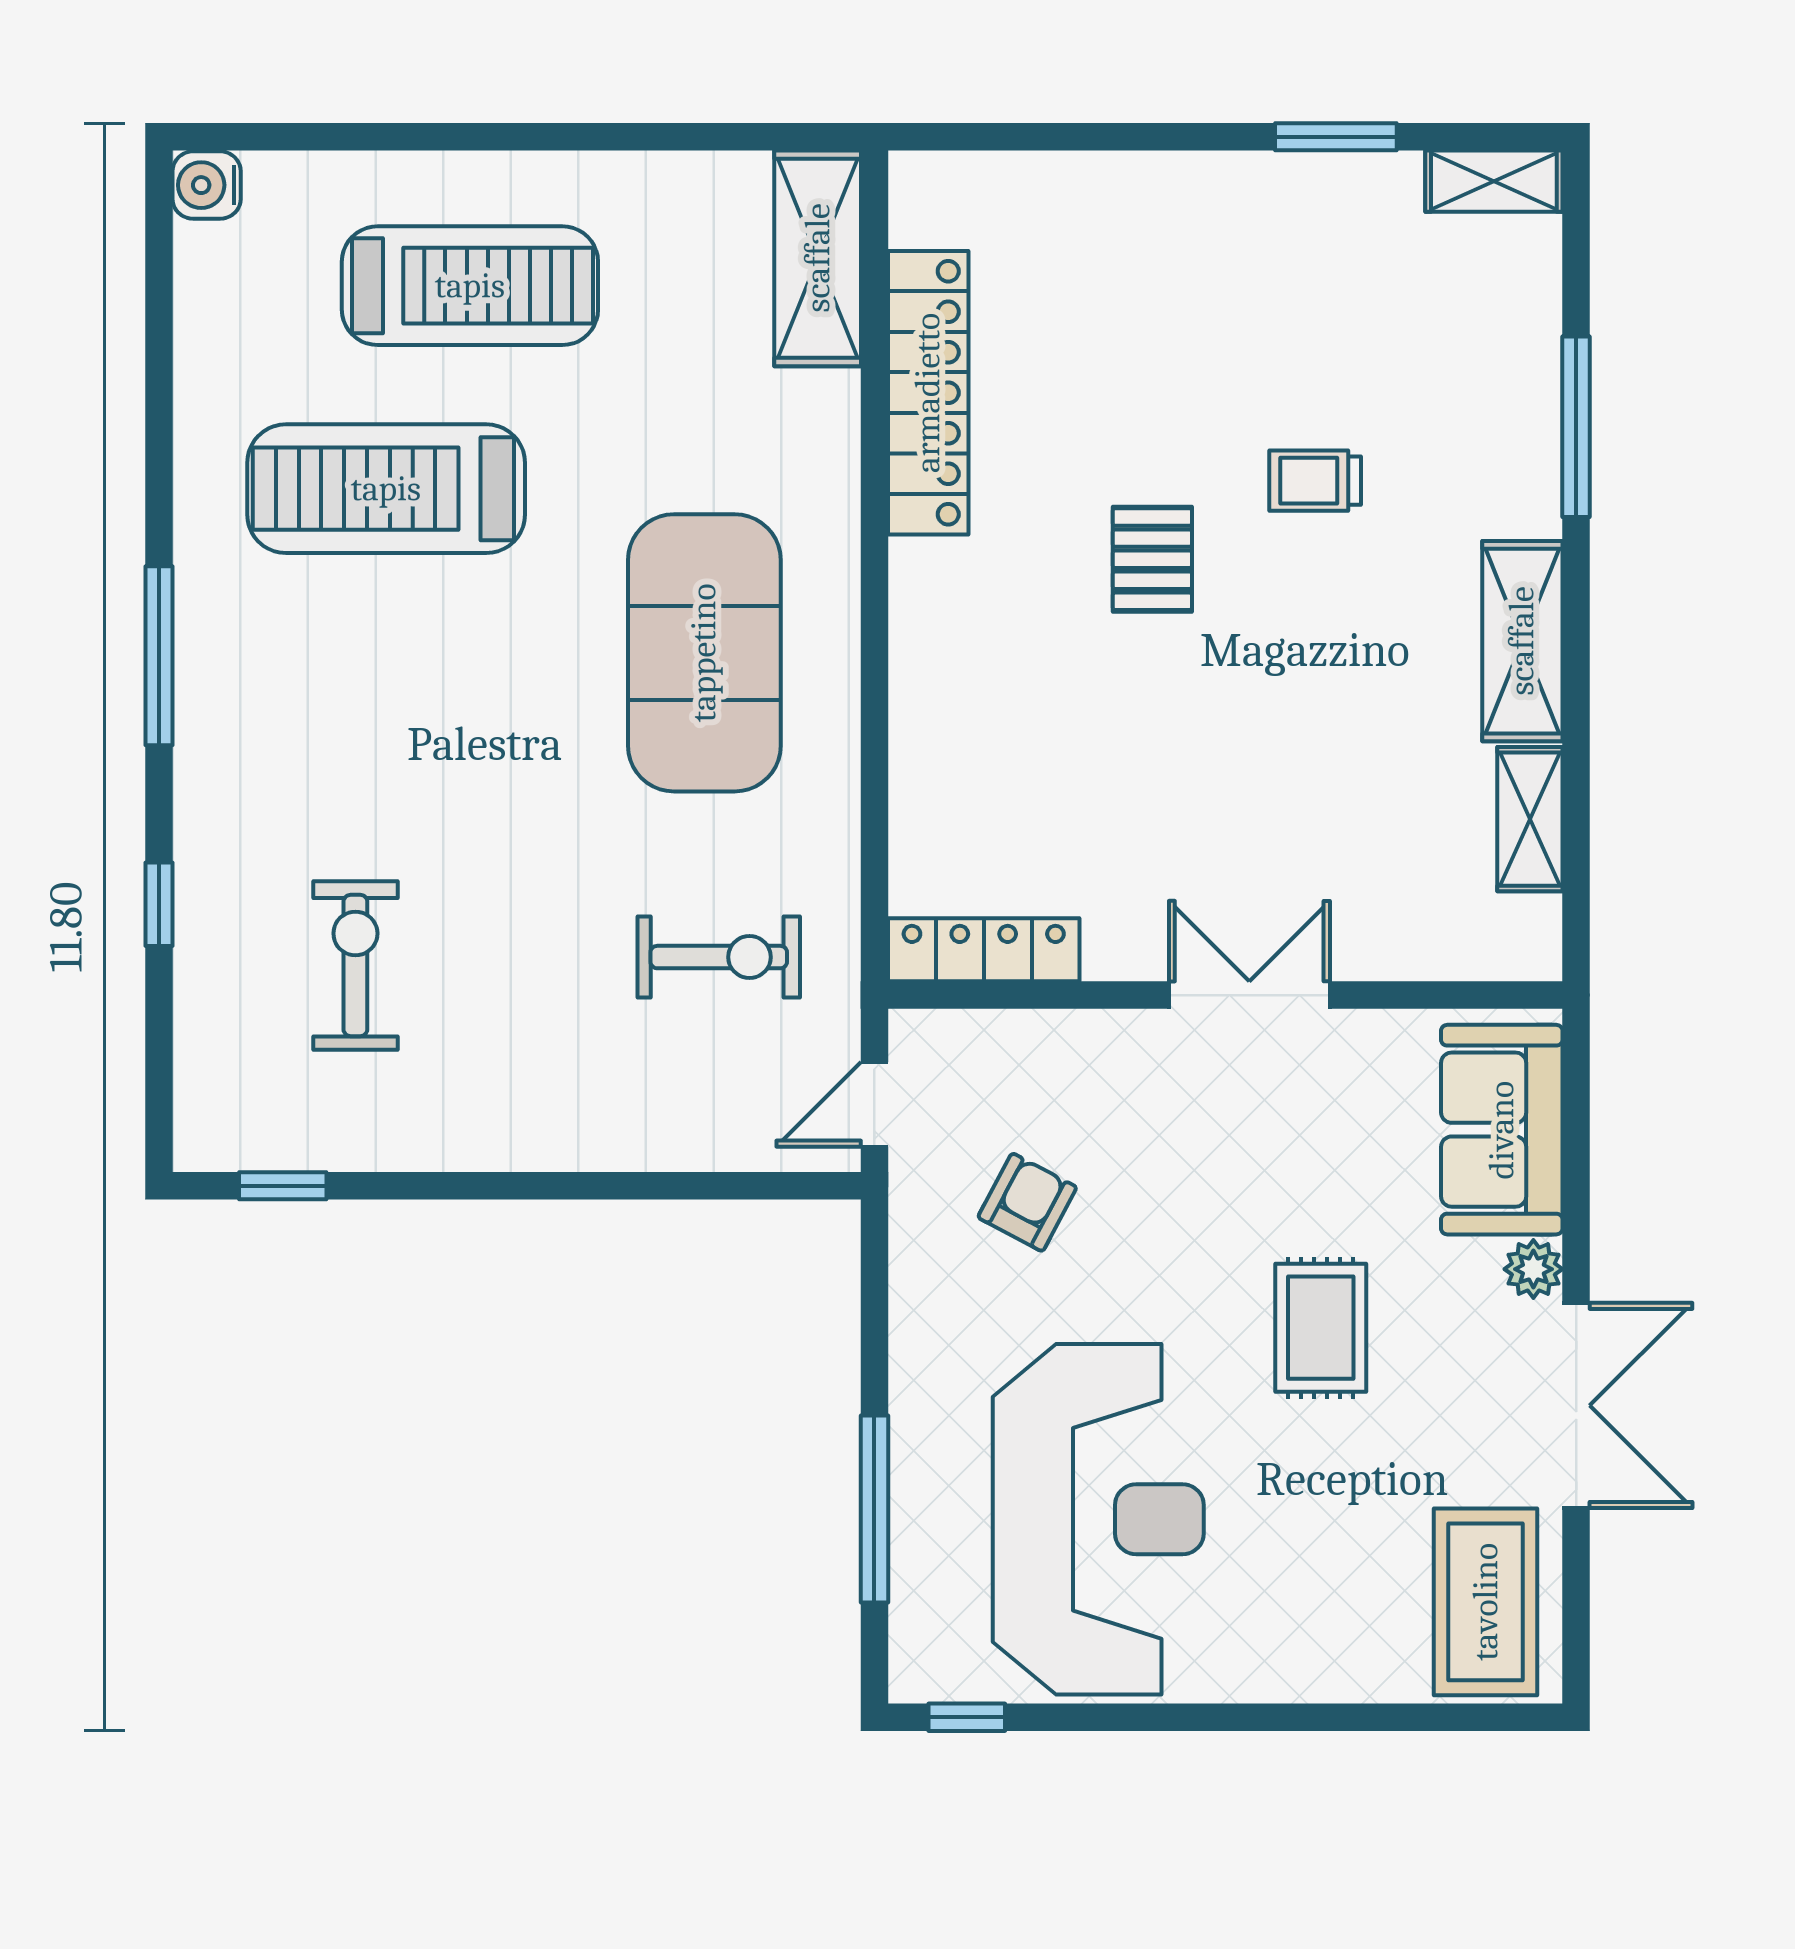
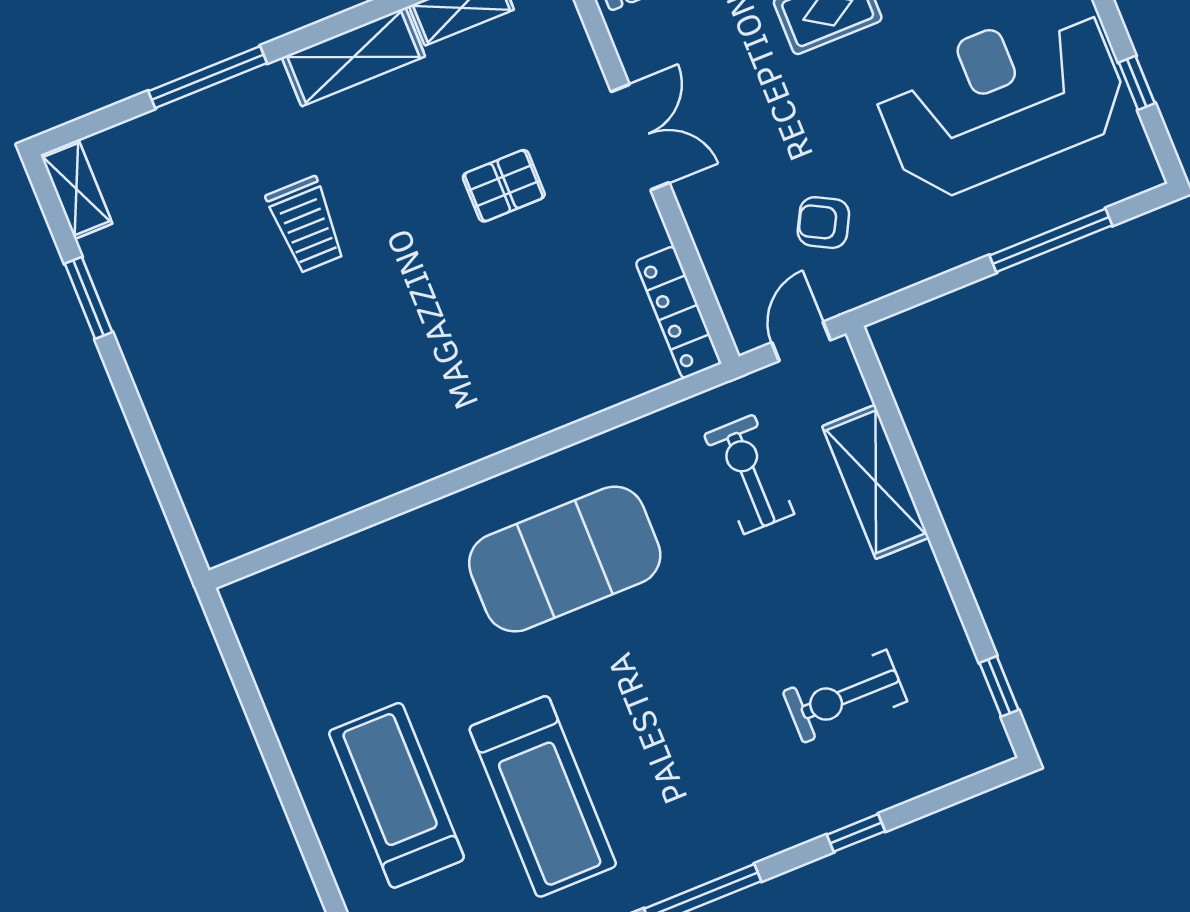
shelving: (818, 258) -> (876, 482), moved, turned 90
locker: (928, 393) -> (348, 486), removed
trolley: (1315, 481) -> (306, 225), width x1.36, depth x1.39
pallet: (1152, 559) -> (504, 186), moved
double door: (1249, 995) -> (640, 137), swing flipped
door: (874, 1104) -> (801, 341), swing flipped
window: (967, 1717) -> (1137, 83), moved

